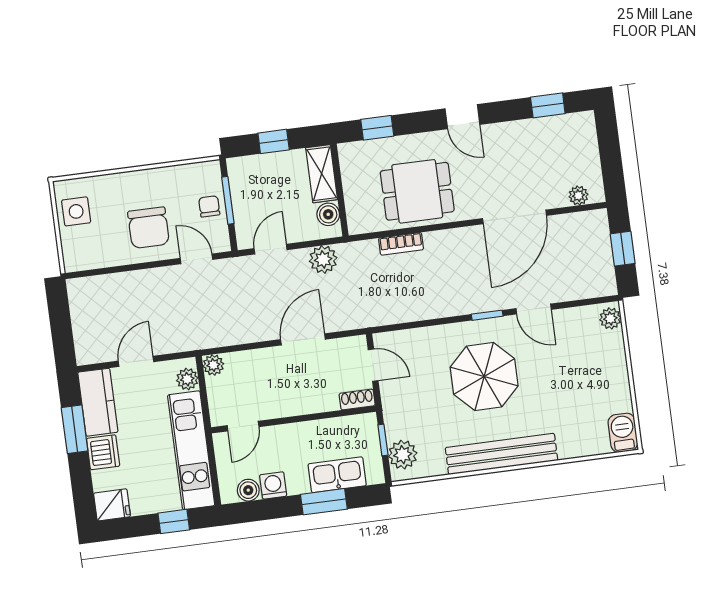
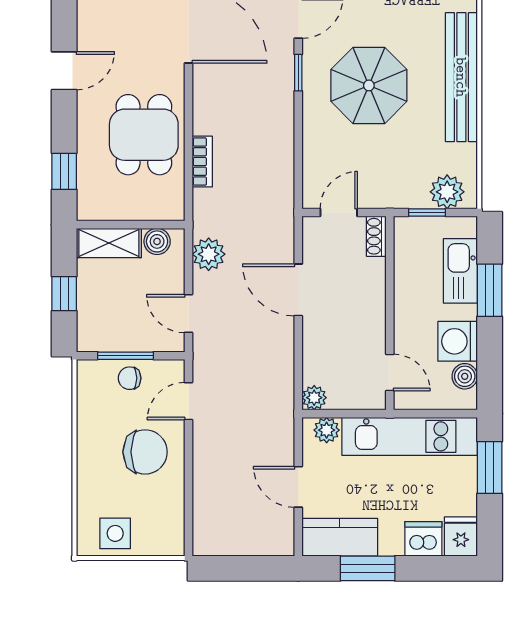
dishwasher: (103, 452) -> (423, 539), moved
washing machine: (273, 485) -> (458, 341), width x1.38, depth x1.38
window: (174, 521) -> (490, 467), width x1.50

